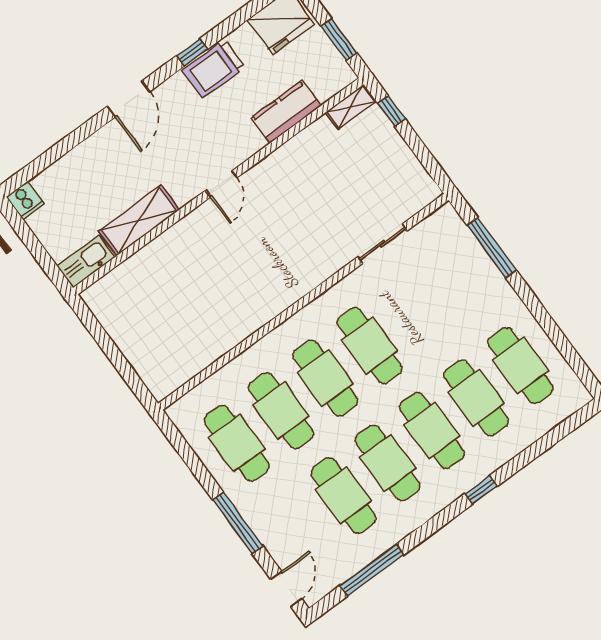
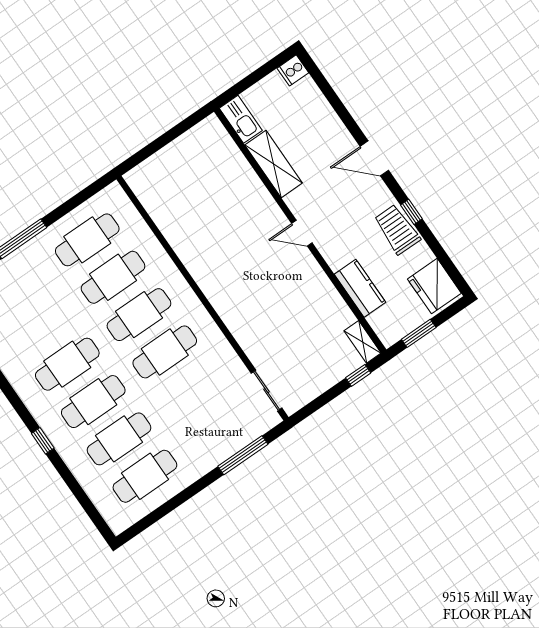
sliding door: (382, 244) -> (267, 391), moved
cafe table: (343, 495) -> (41, 327), removed

